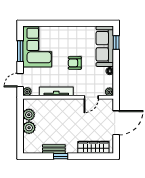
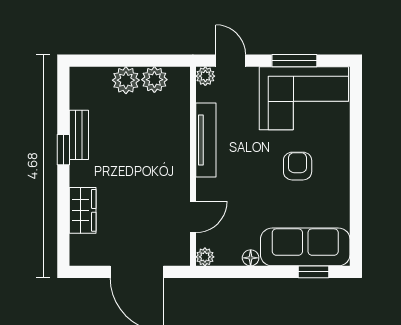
armchair: (75, 63) -> (298, 166), moved
door: (91, 97) -> (193, 217), swing flipped
wardrobe: (93, 147) -> (83, 210), width x0.67

